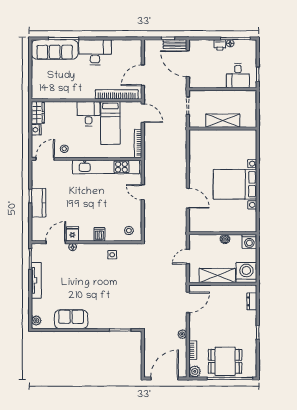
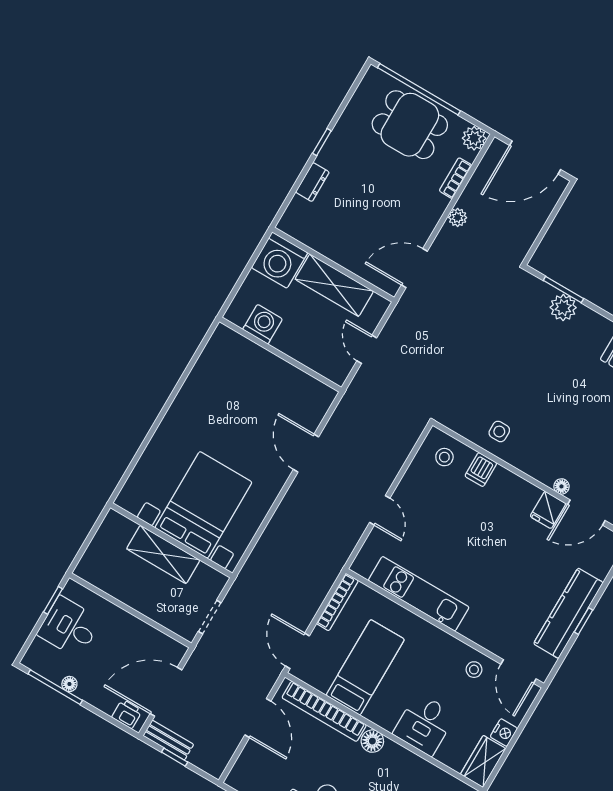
printer: (220, 45) -> (127, 714), moved
door: (188, 64) -> (166, 692), swing flipped
door: (143, 75) -> (258, 718), hinge flipped
desk: (238, 76) -> (69, 627), moved, turned -90
floor lamp: (89, 94) -> (372, 741), added
desk: (88, 114) -> (424, 724), moved
door: (45, 159) -> (518, 671), hinge flipped
kitchen unit: (106, 167) -> (419, 594), width x0.73
bed with nightstands: (235, 184) -> (203, 505), moved, turned -90
kitchen counter: (39, 203) -> (568, 613), width x1.50
dishwasher: (99, 234) -> (481, 470), moved
boiler: (225, 239) -> (283, 342), removed
washing machine: (249, 241) -> (263, 324), moved
door: (188, 257) -> (367, 349), swing flipped
dresser: (252, 301) -> (312, 182), moved
plant: (116, 322) -> (563, 308), added

